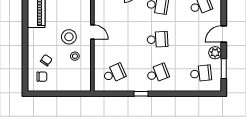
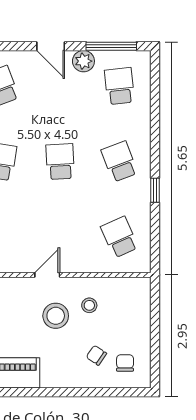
window: (224, 69) -> (111, 46), width x1.44

